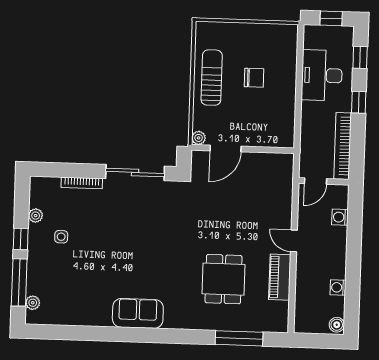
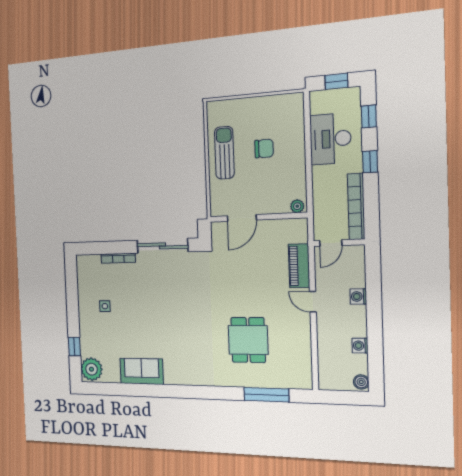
plant: (199, 138) -> (297, 206), moved
plant: (36, 216) -> (83, 289), removed
washing machine: (340, 217) -> (358, 296), moved
window: (21, 239) -> (73, 309), removed
piano: (280, 277) -> (299, 266), moved
window: (19, 282) -> (74, 347), width x0.46
plant: (33, 303) -> (92, 369), width x1.87, depth x1.87
sofa: (138, 313) -> (142, 371), moved

